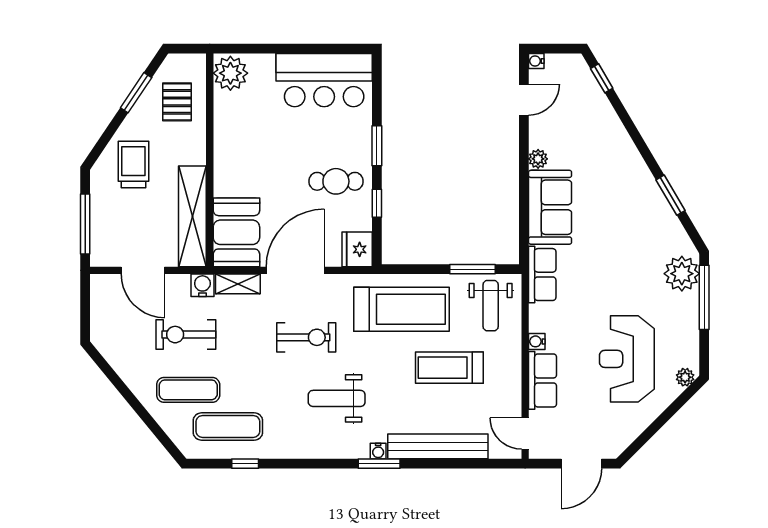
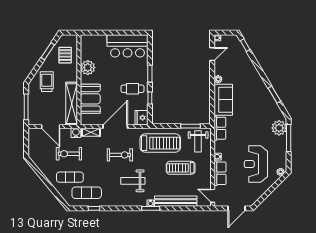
plant: (230, 73) -> (88, 68), moved
booth: (236, 232) -> (90, 99), moved

